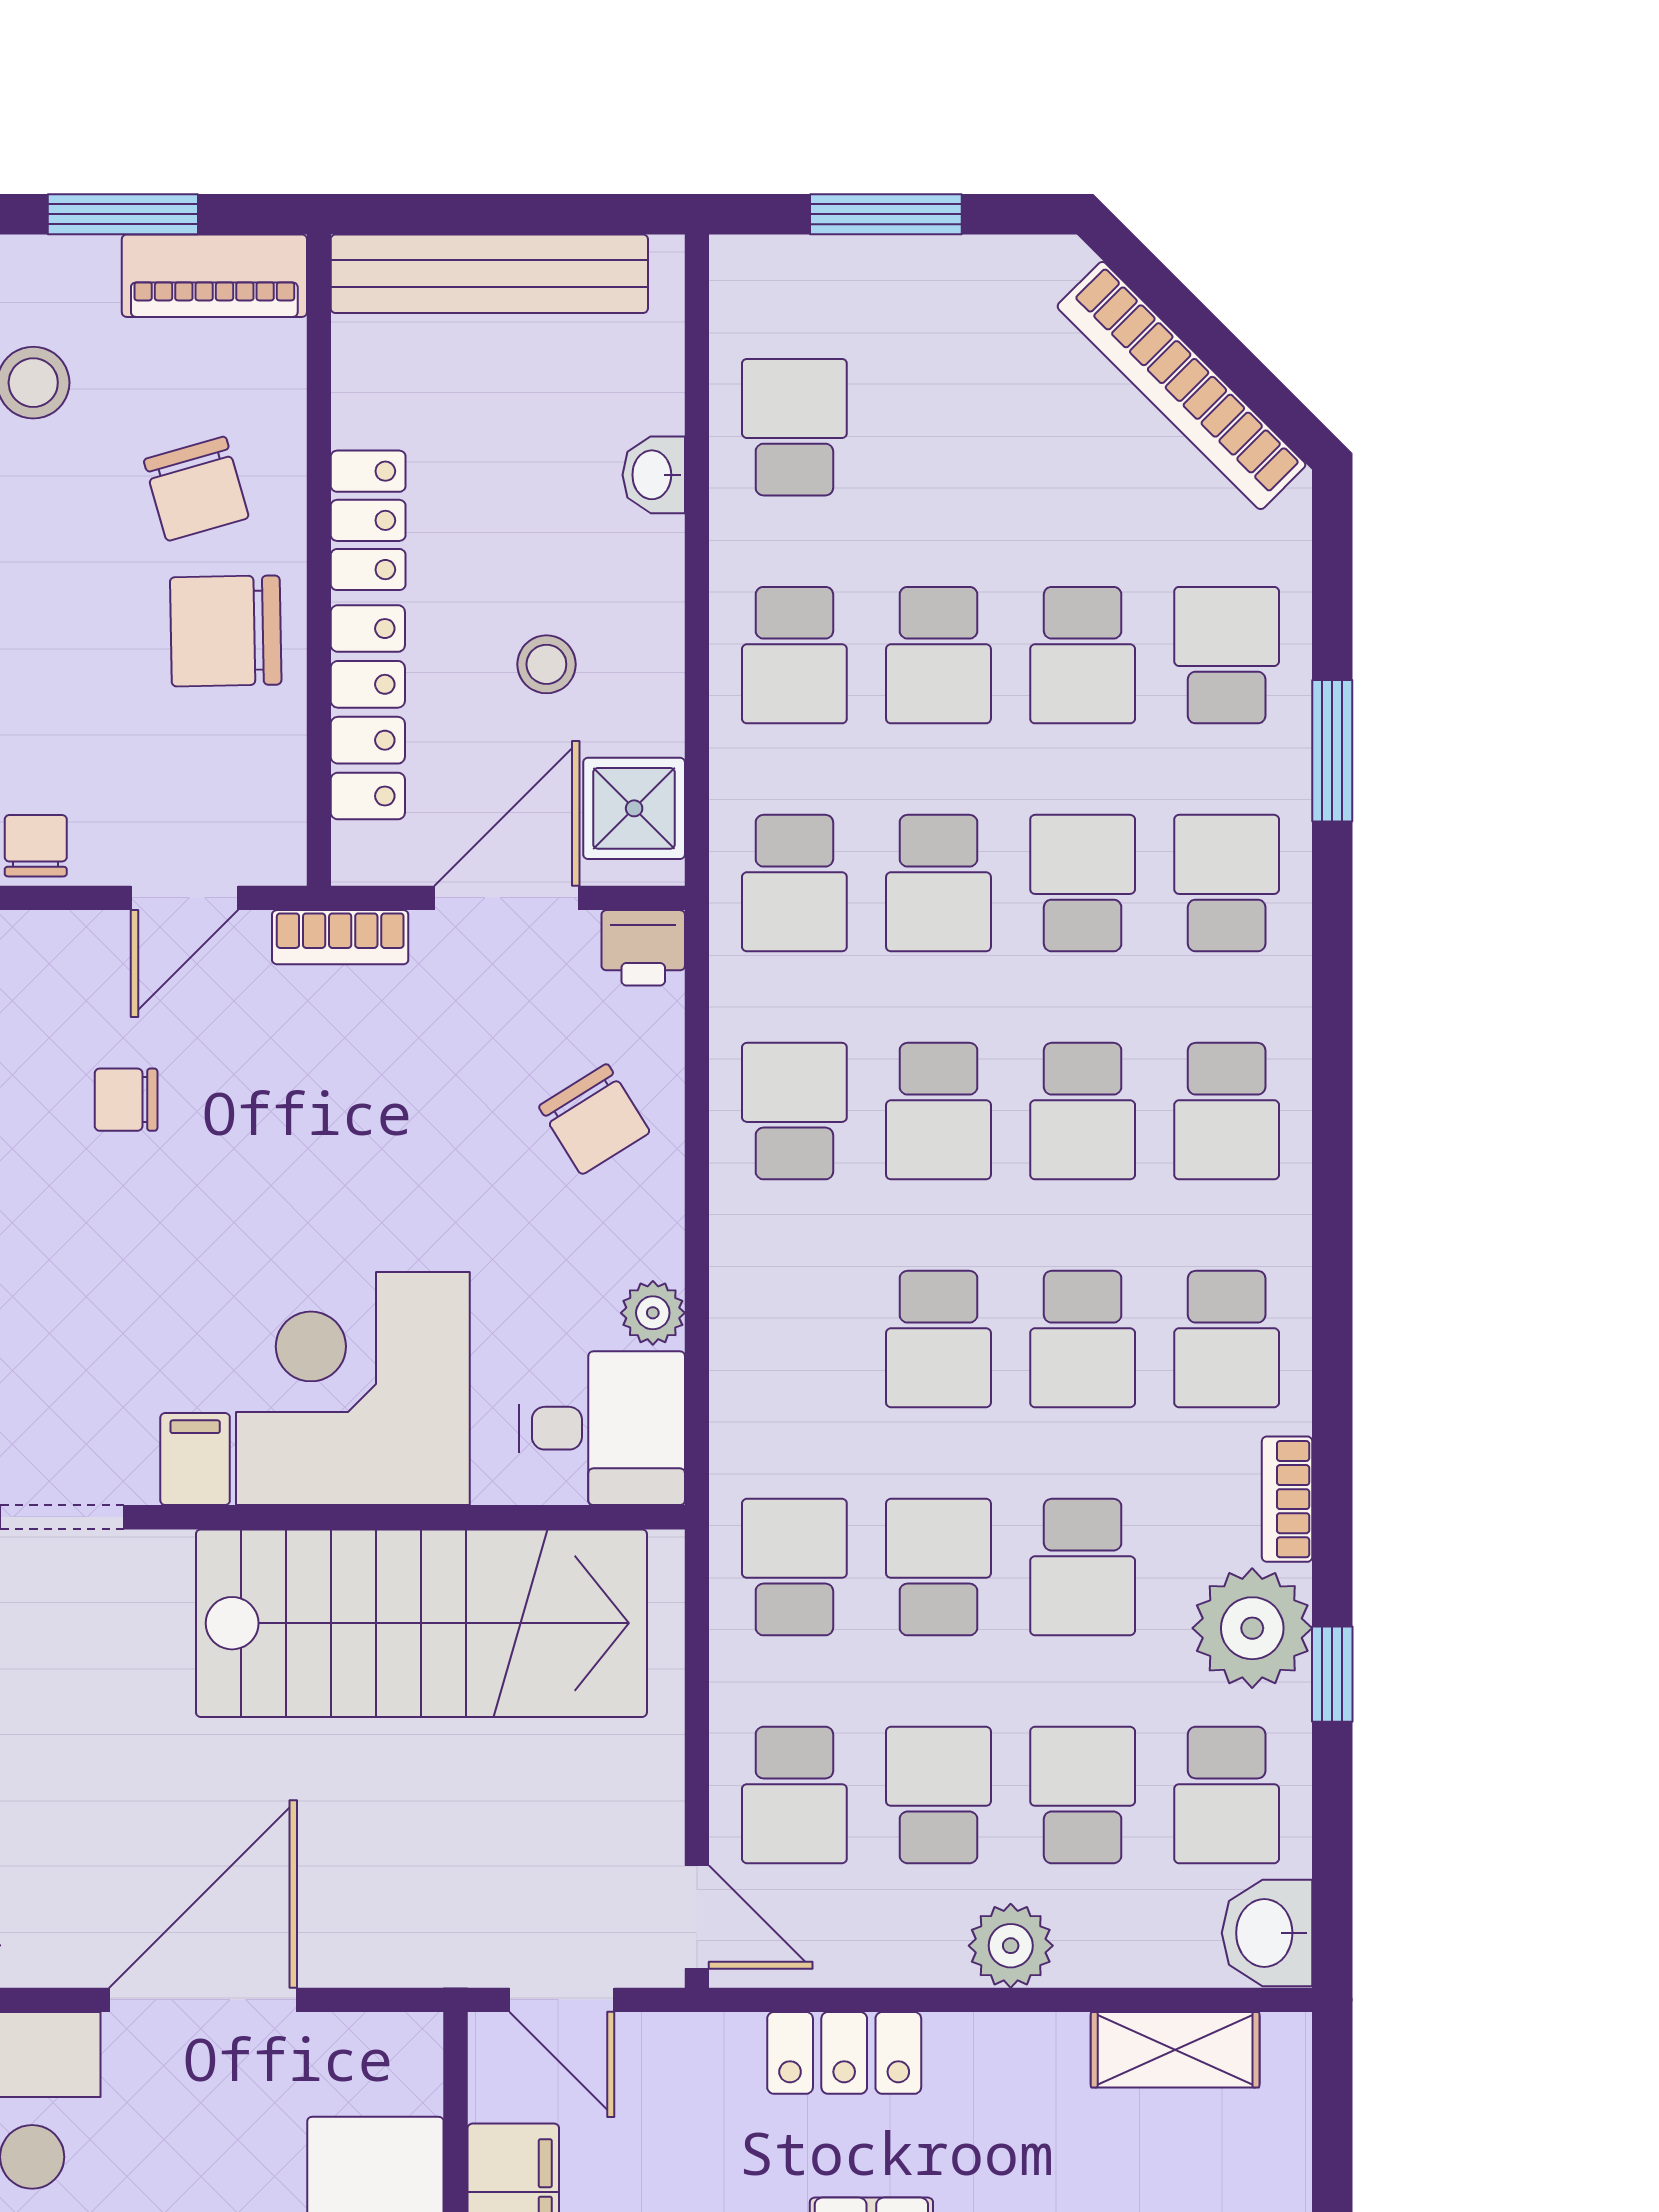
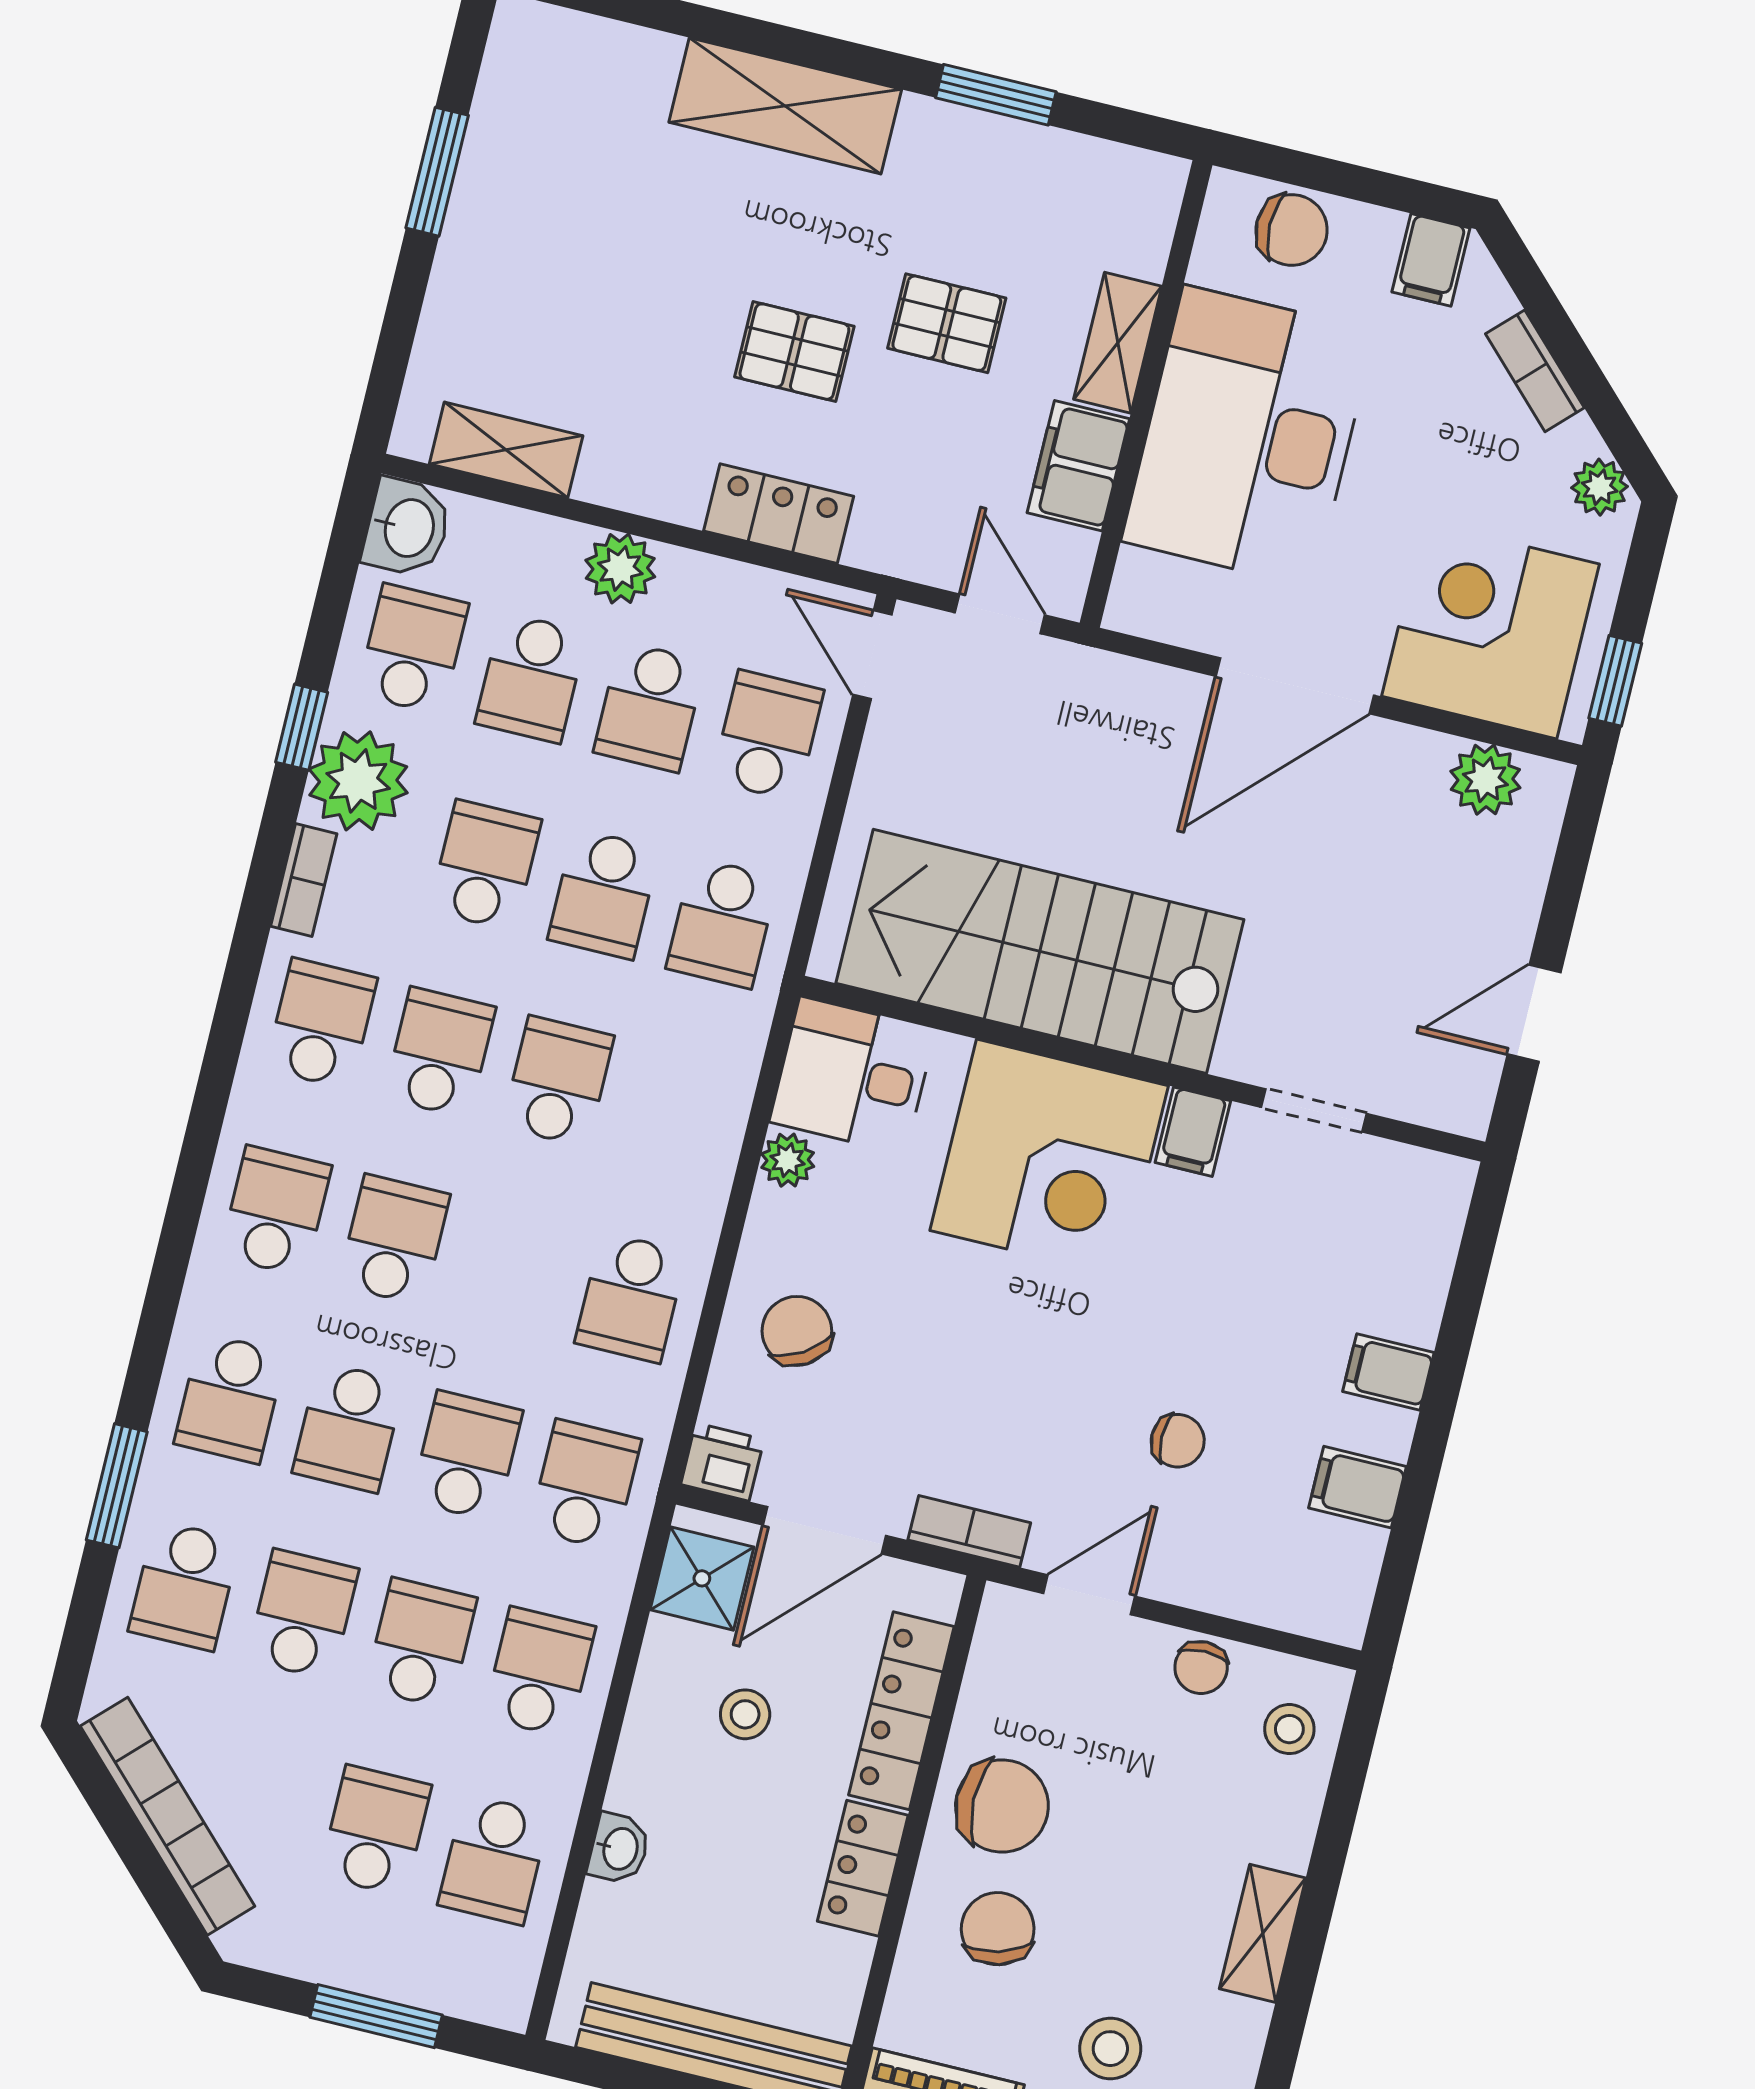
school desk: (938, 1111) -> (375, 1831), moved

